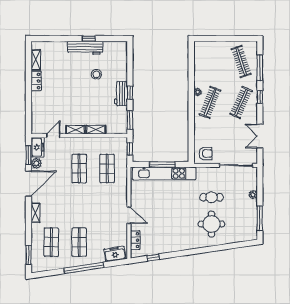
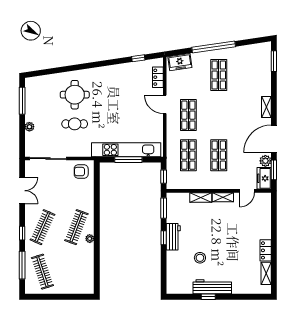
shop shelf: (51, 242) -> (188, 115), moved

